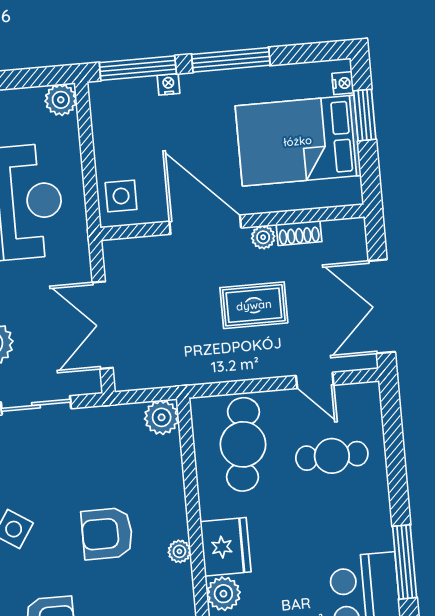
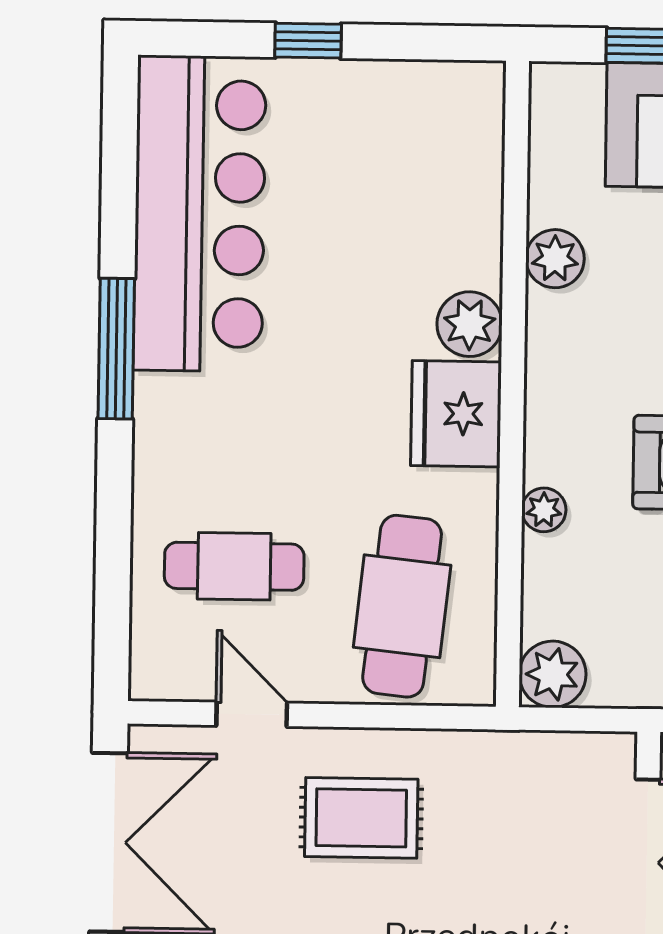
rug: (254, 305) -> (361, 818), moved
plant: (179, 551) -> (544, 510), moved

